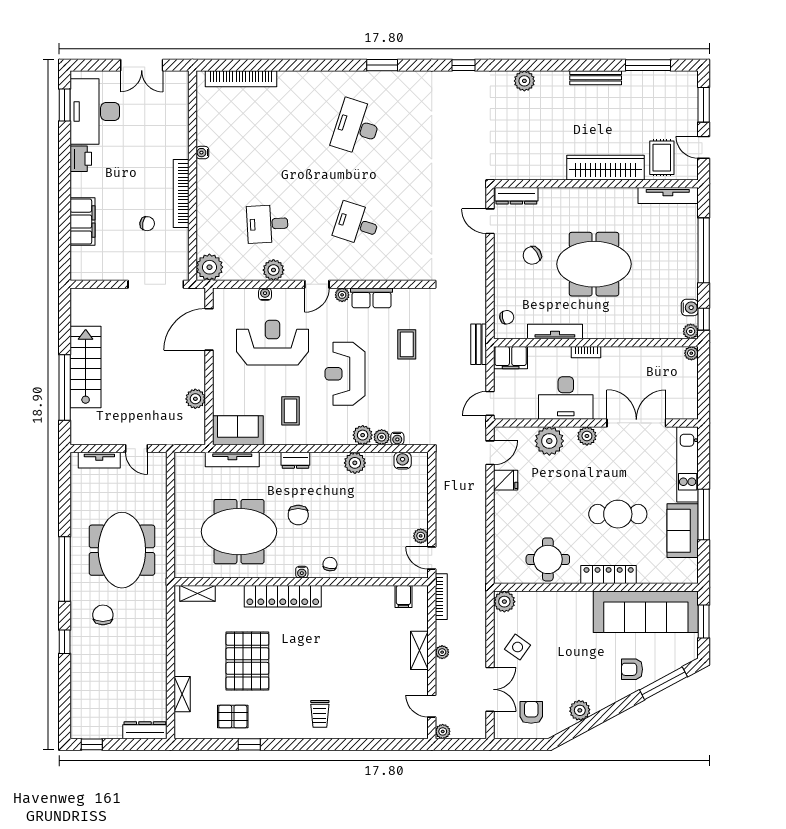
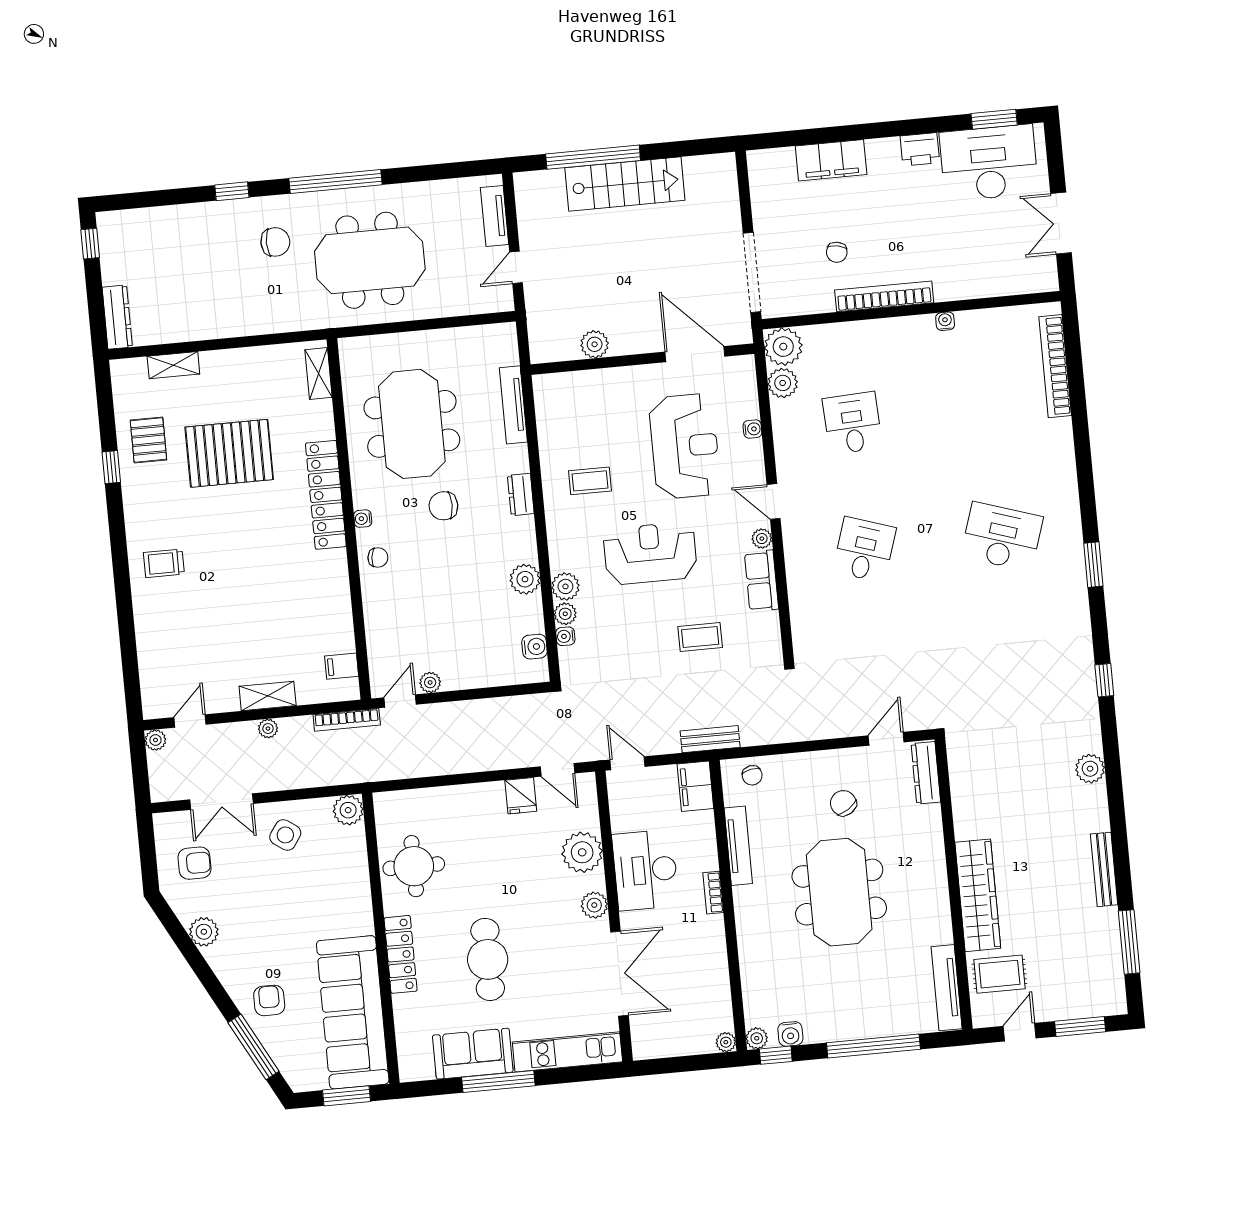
plant: (273, 270) -> (783, 383), moved
sofa: (238, 430) -> (556, 409), removed

